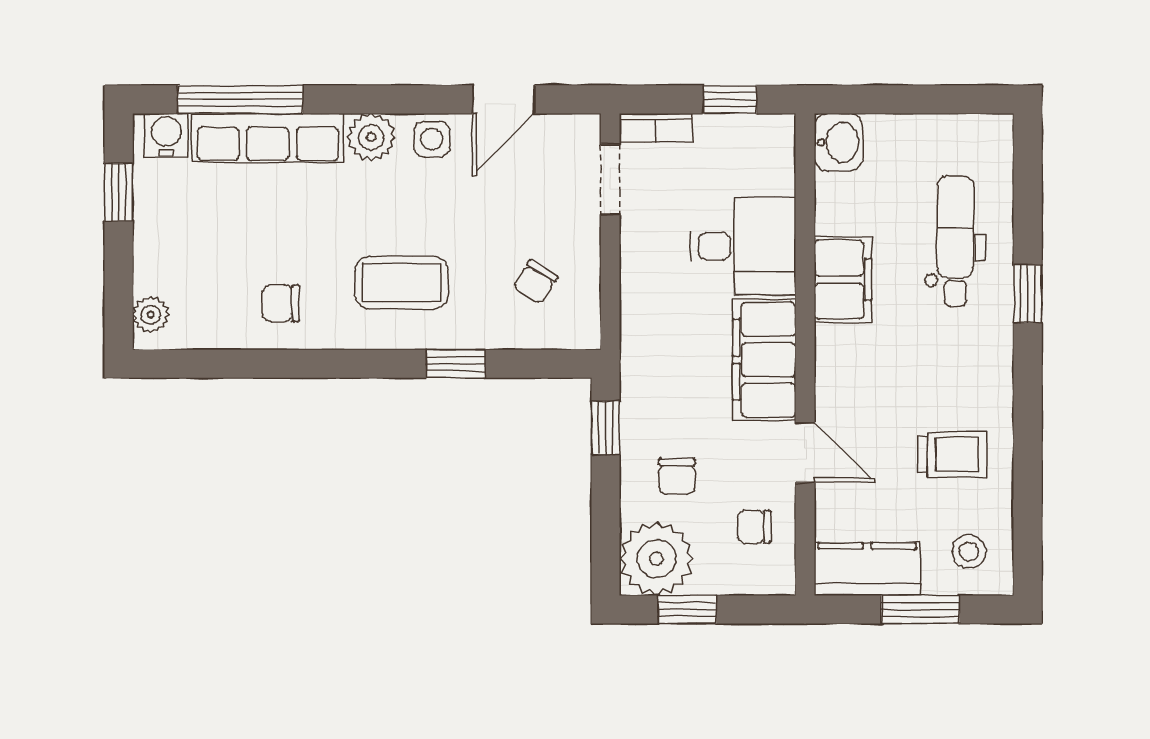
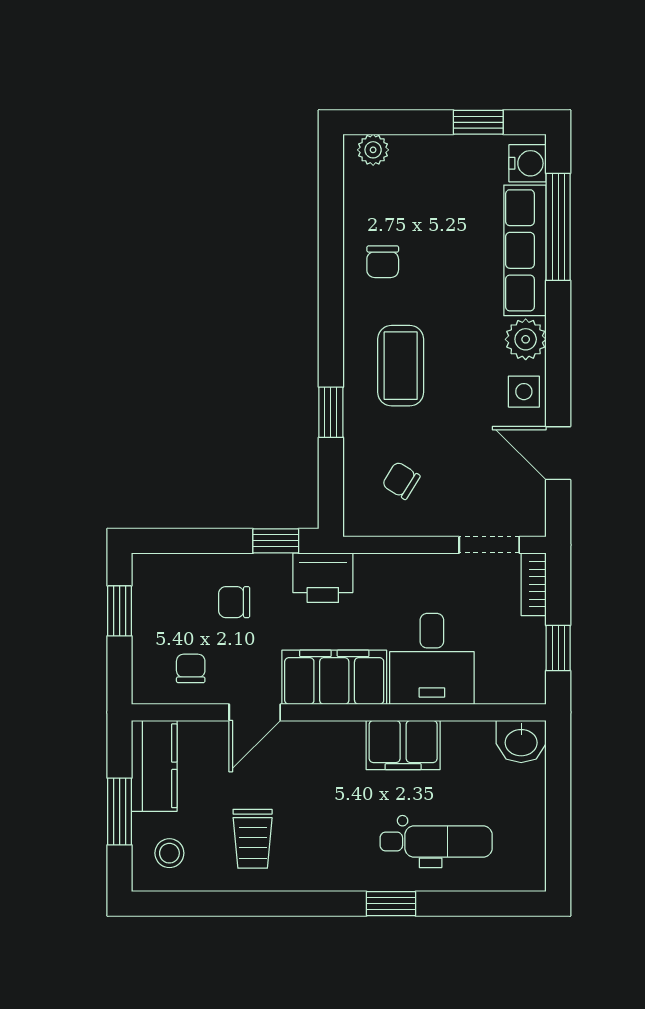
chair: (281, 303) -> (383, 262), turned 180
printer: (648, 373) -> (323, 578), added
plant: (656, 559) -> (163, 585), removed

